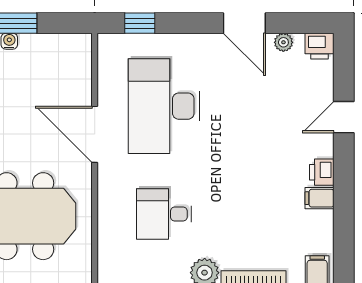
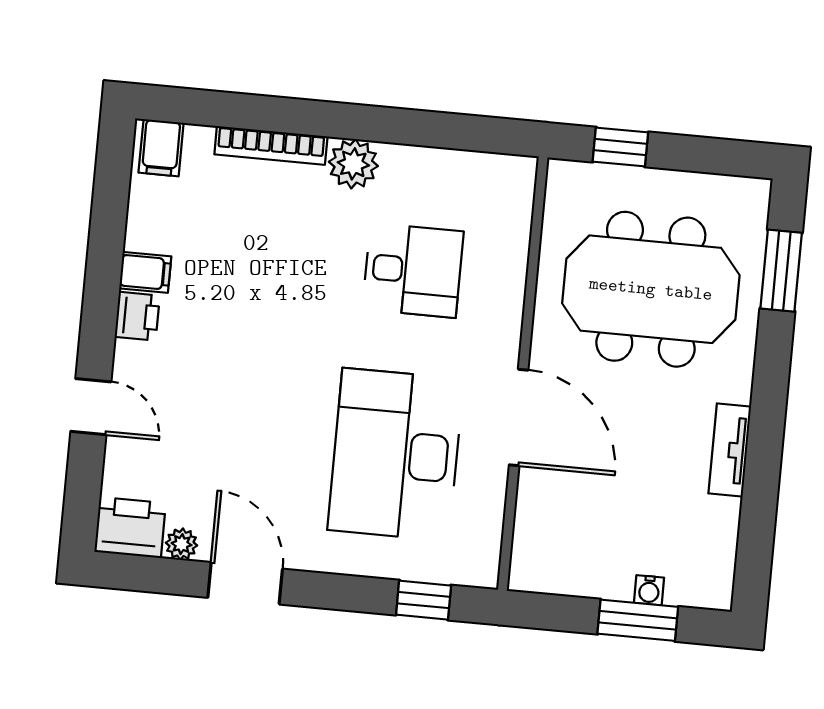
printer: (319, 46) -> (130, 527), width x1.36, depth x1.24
desk: (164, 106) -> (396, 454), turned 180
door: (344, 117) -> (91, 407), hinge flipped

